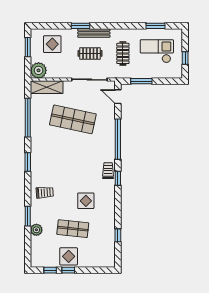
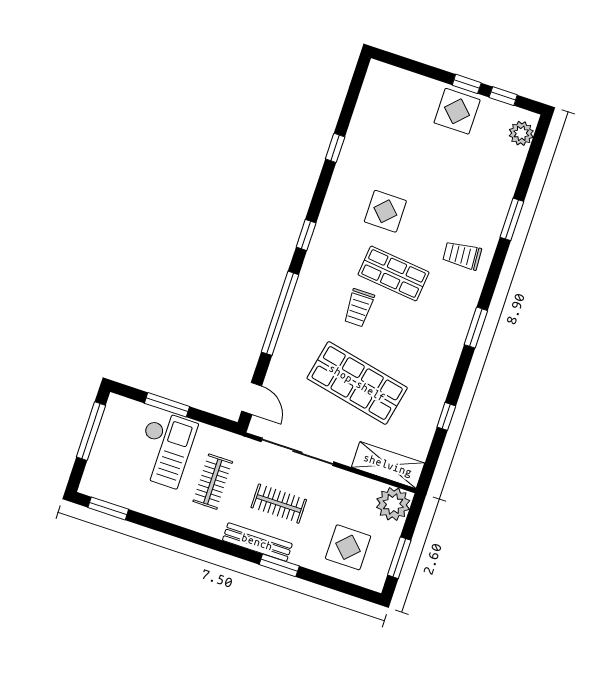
window: (156, 26) -> (108, 508), moved
checkout: (157, 51) -> (165, 449), moved, turned -90
window: (185, 58) -> (91, 431), width x2.17
window: (141, 81) -> (167, 405), moved
window: (28, 118) -> (446, 416), width x0.32
trolley: (108, 171) -> (359, 308), moved
shop shelf: (73, 229) -> (394, 273), moved
plant: (36, 230) -> (521, 133), moved
window: (118, 235) -> (335, 148), moved

